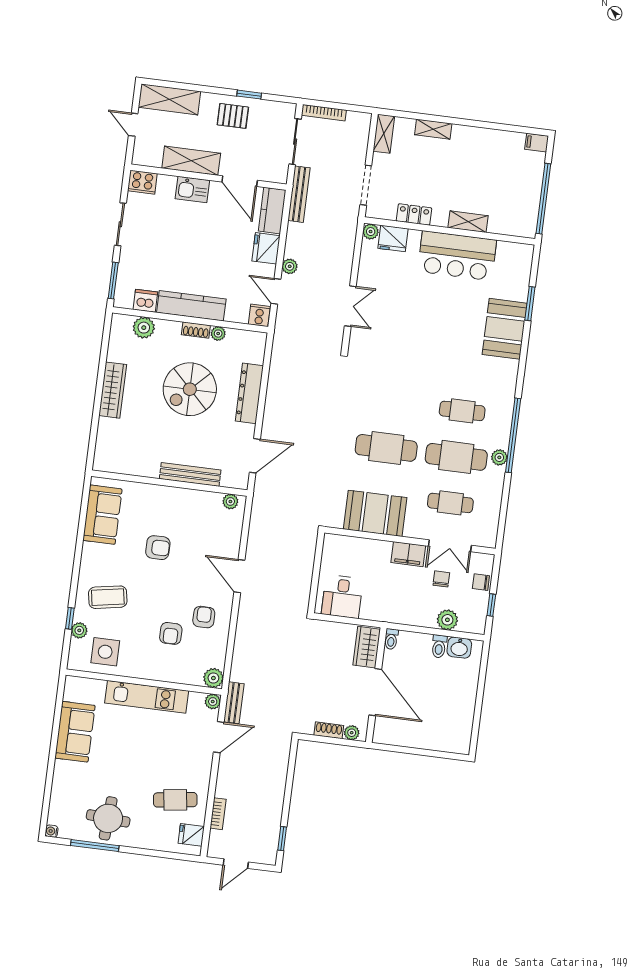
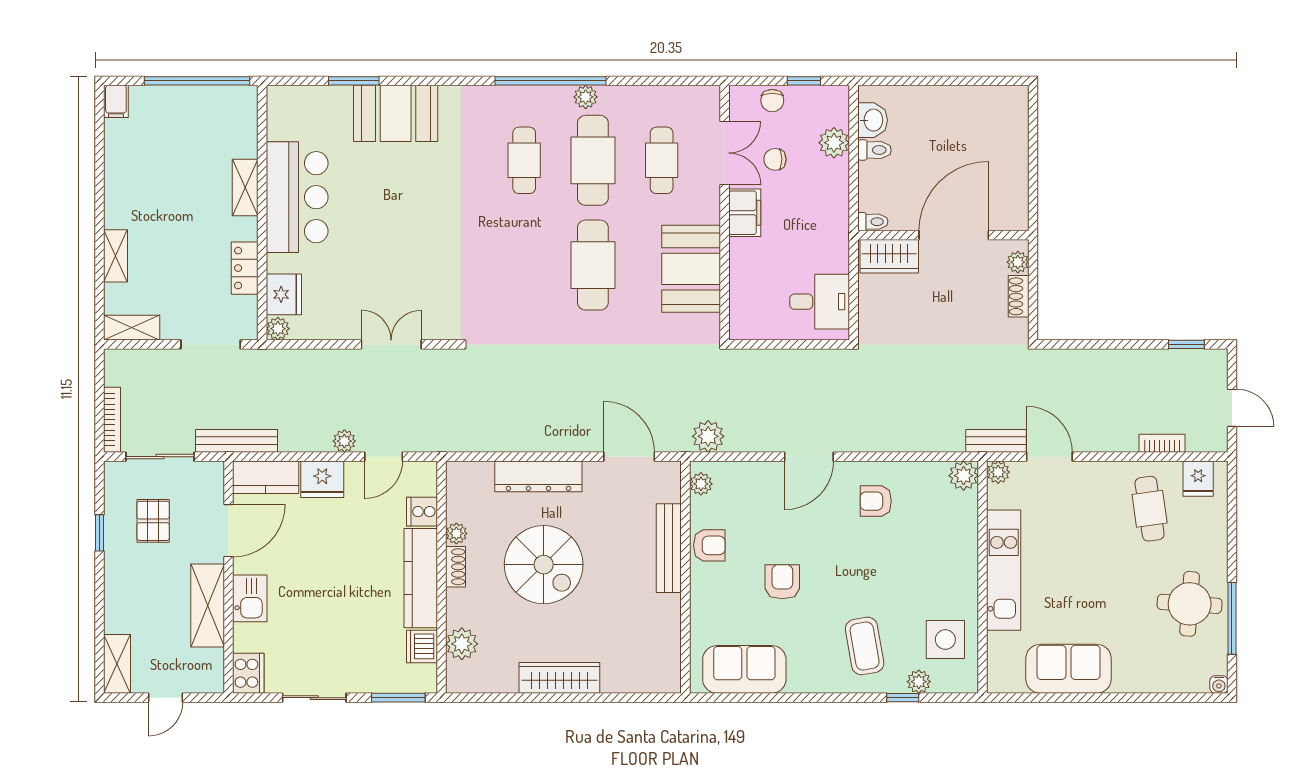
shelving: (169, 99) -> (117, 664), width x0.67, depth x0.75
pallet: (233, 116) -> (153, 521), moved
cooker: (259, 315) -> (422, 512), moved
plant: (262, 510) -> (708, 436), added
armchair: (171, 633) -> (709, 545), moved

